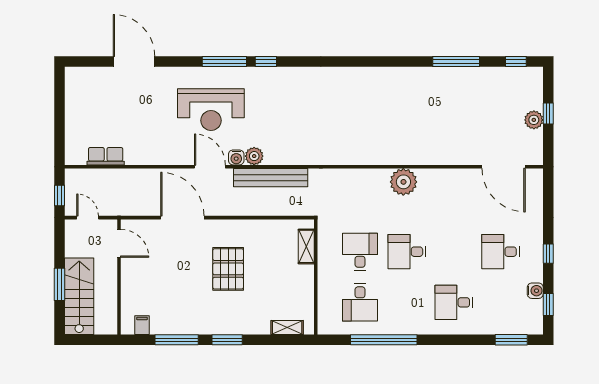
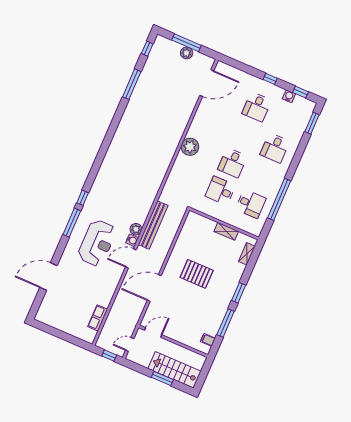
window: (548, 113) -> (186, 43), width x2.17
shelving: (306, 246) -> (226, 231), moved

